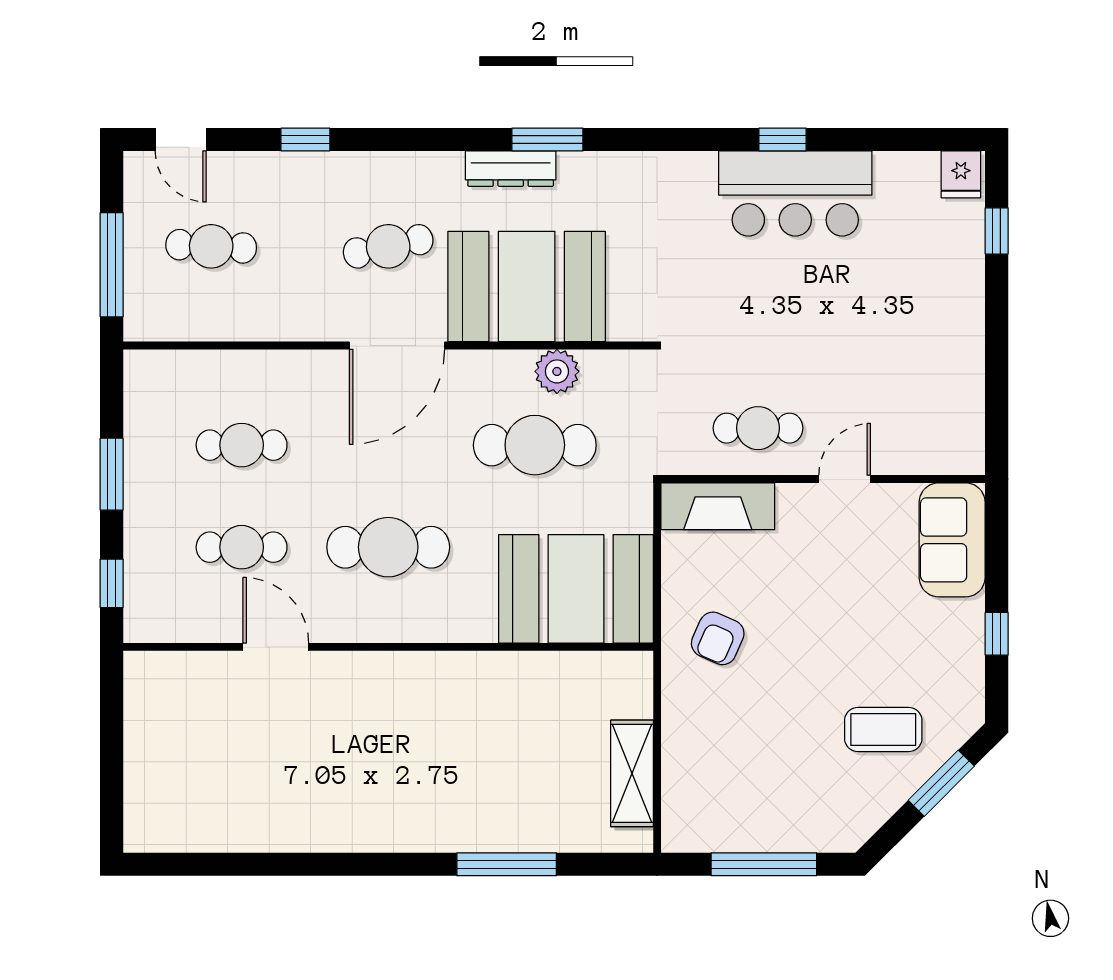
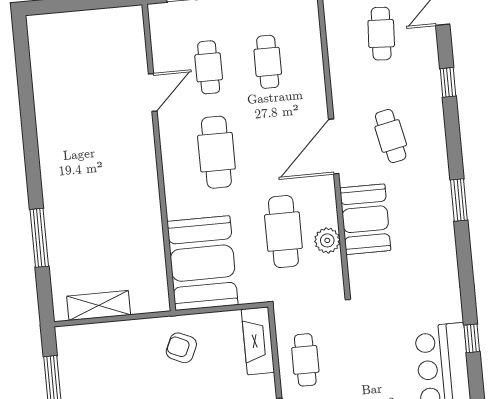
window: (547, 139) -> (459, 200), moved
window: (783, 139) -> (472, 338), moved
dresser: (511, 169) -> (442, 203), removed
booth: (527, 286) -> (365, 219), width x0.73, depth x0.70
door: (397, 345) -> (334, 146), hinge flipped

